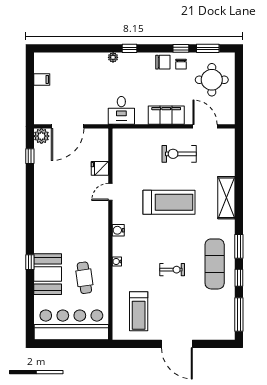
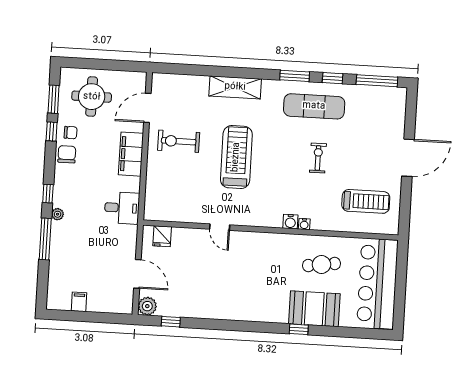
window: (92, 48) -> (45, 239), added
door: (68, 126) -> (137, 274), width x0.73
exercise bike: (179, 154) -> (179, 141), turned 90
fridge: (100, 168) -> (162, 236), moved
water cooler: (118, 230) -> (290, 222), moved

